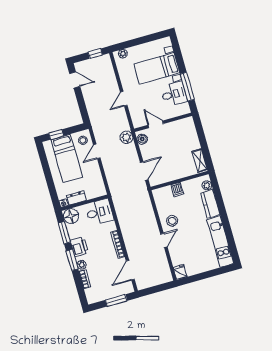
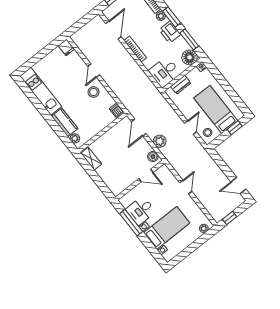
plant: (126, 137) -> (160, 141), moved
dishwasher: (177, 189) -> (117, 111), moved
dresser: (76, 198) -> (181, 85), moved

